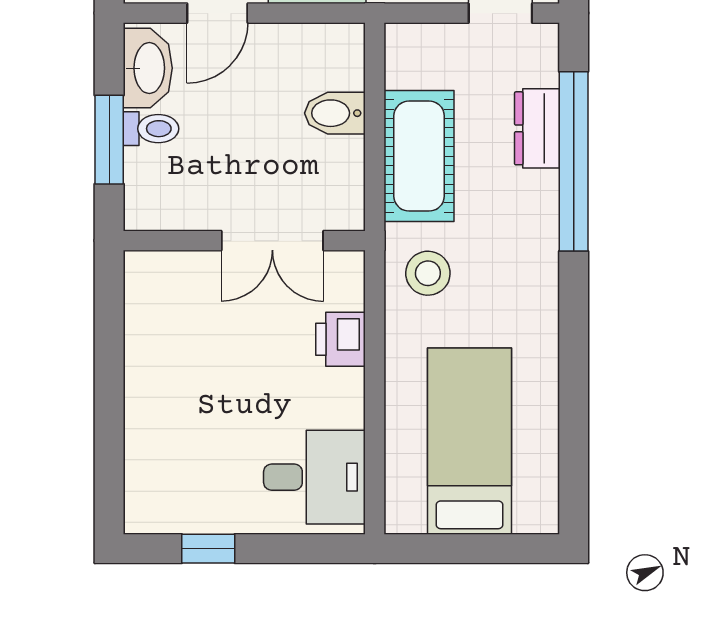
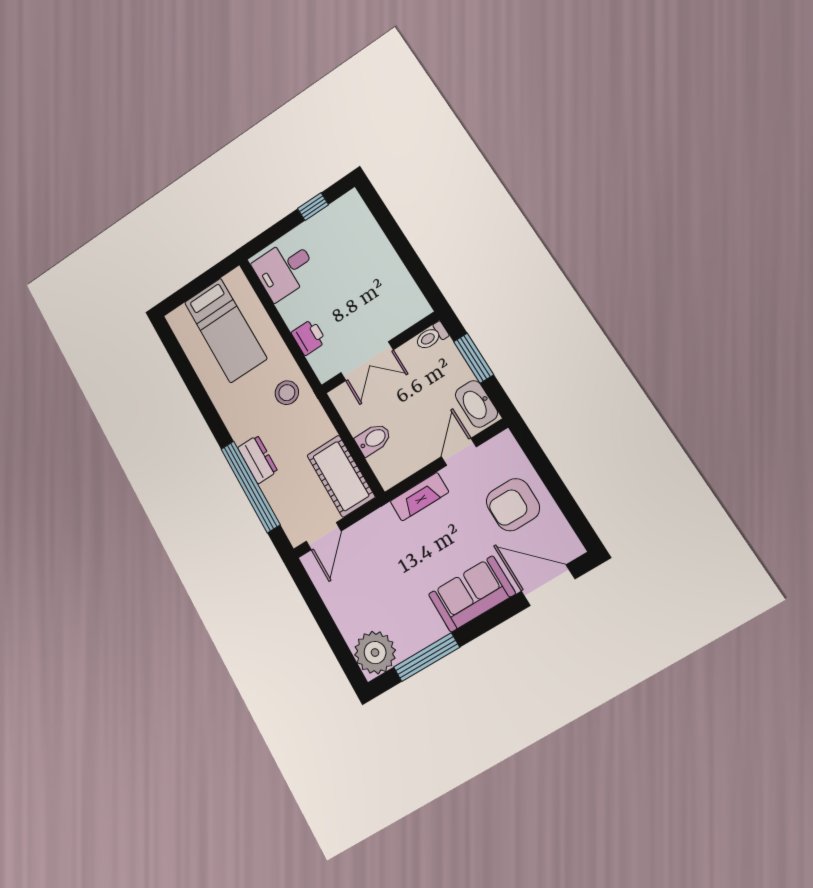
dresser: (537, 128) -> (258, 459), moved
toilet: (151, 129) -> (431, 336), moved
cot: (419, 156) -> (341, 476), moved
double door: (272, 241) -> (367, 361), swing flipped

